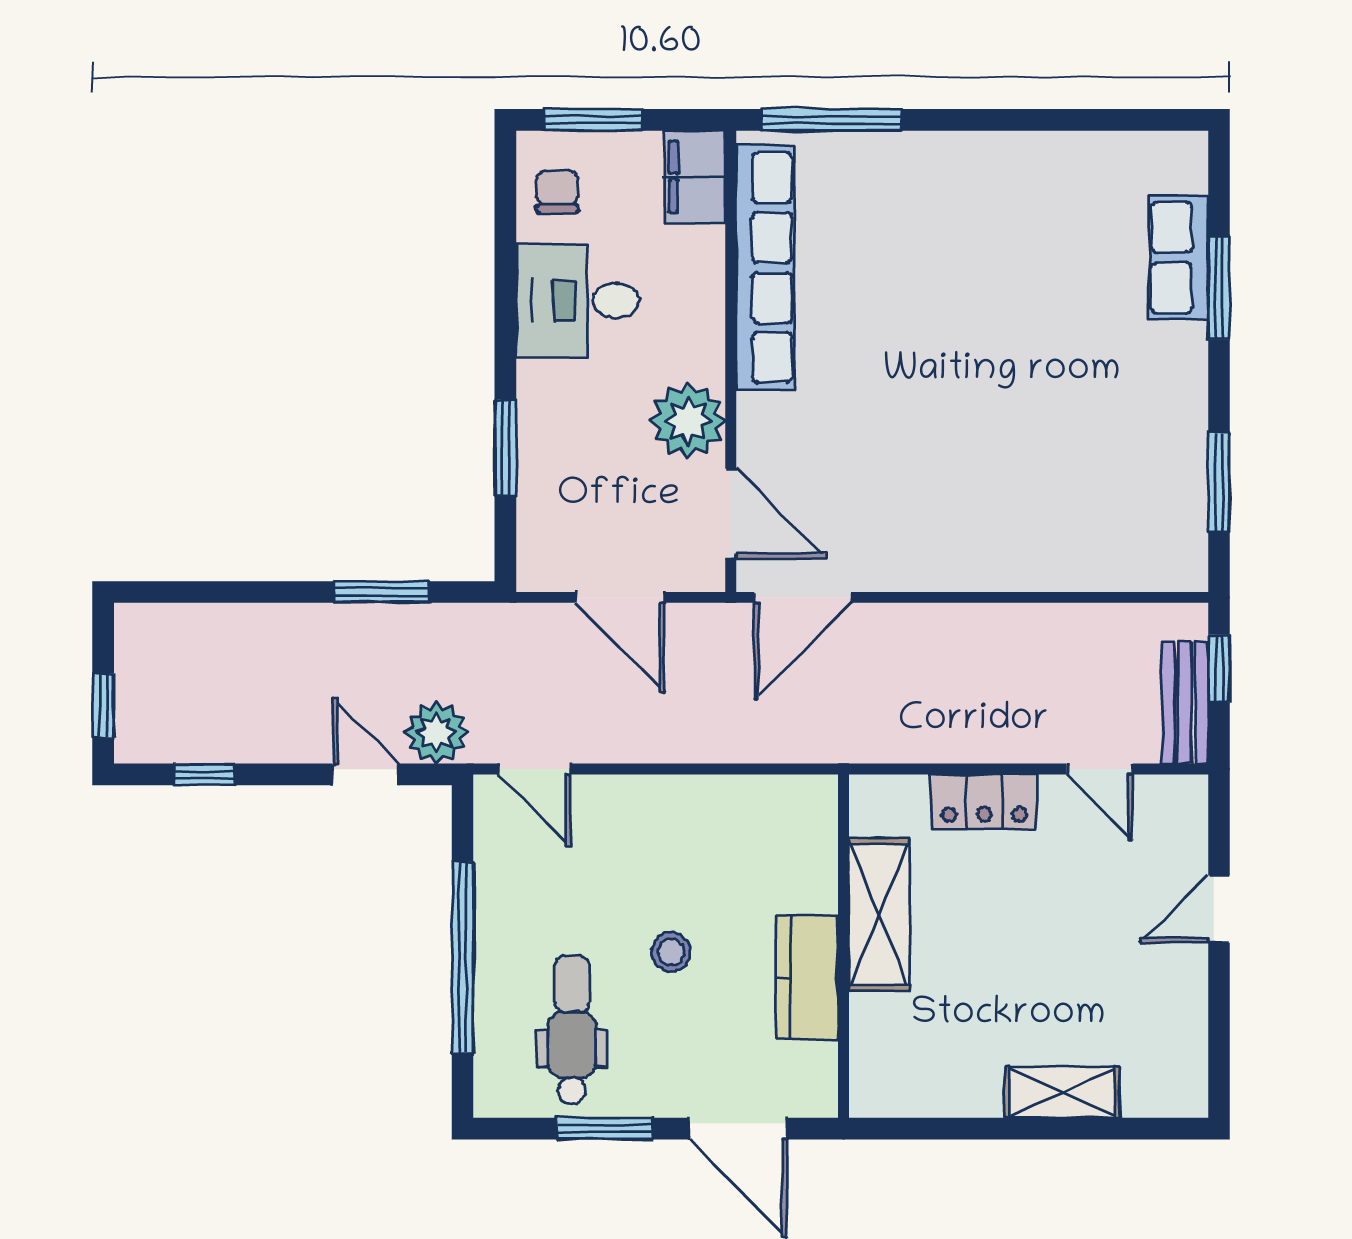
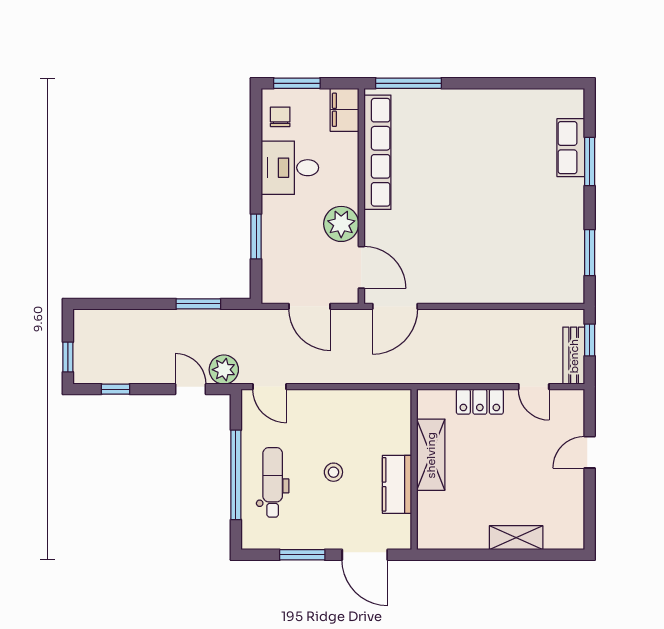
dental chair: (572, 1030) -> (273, 482), moved

